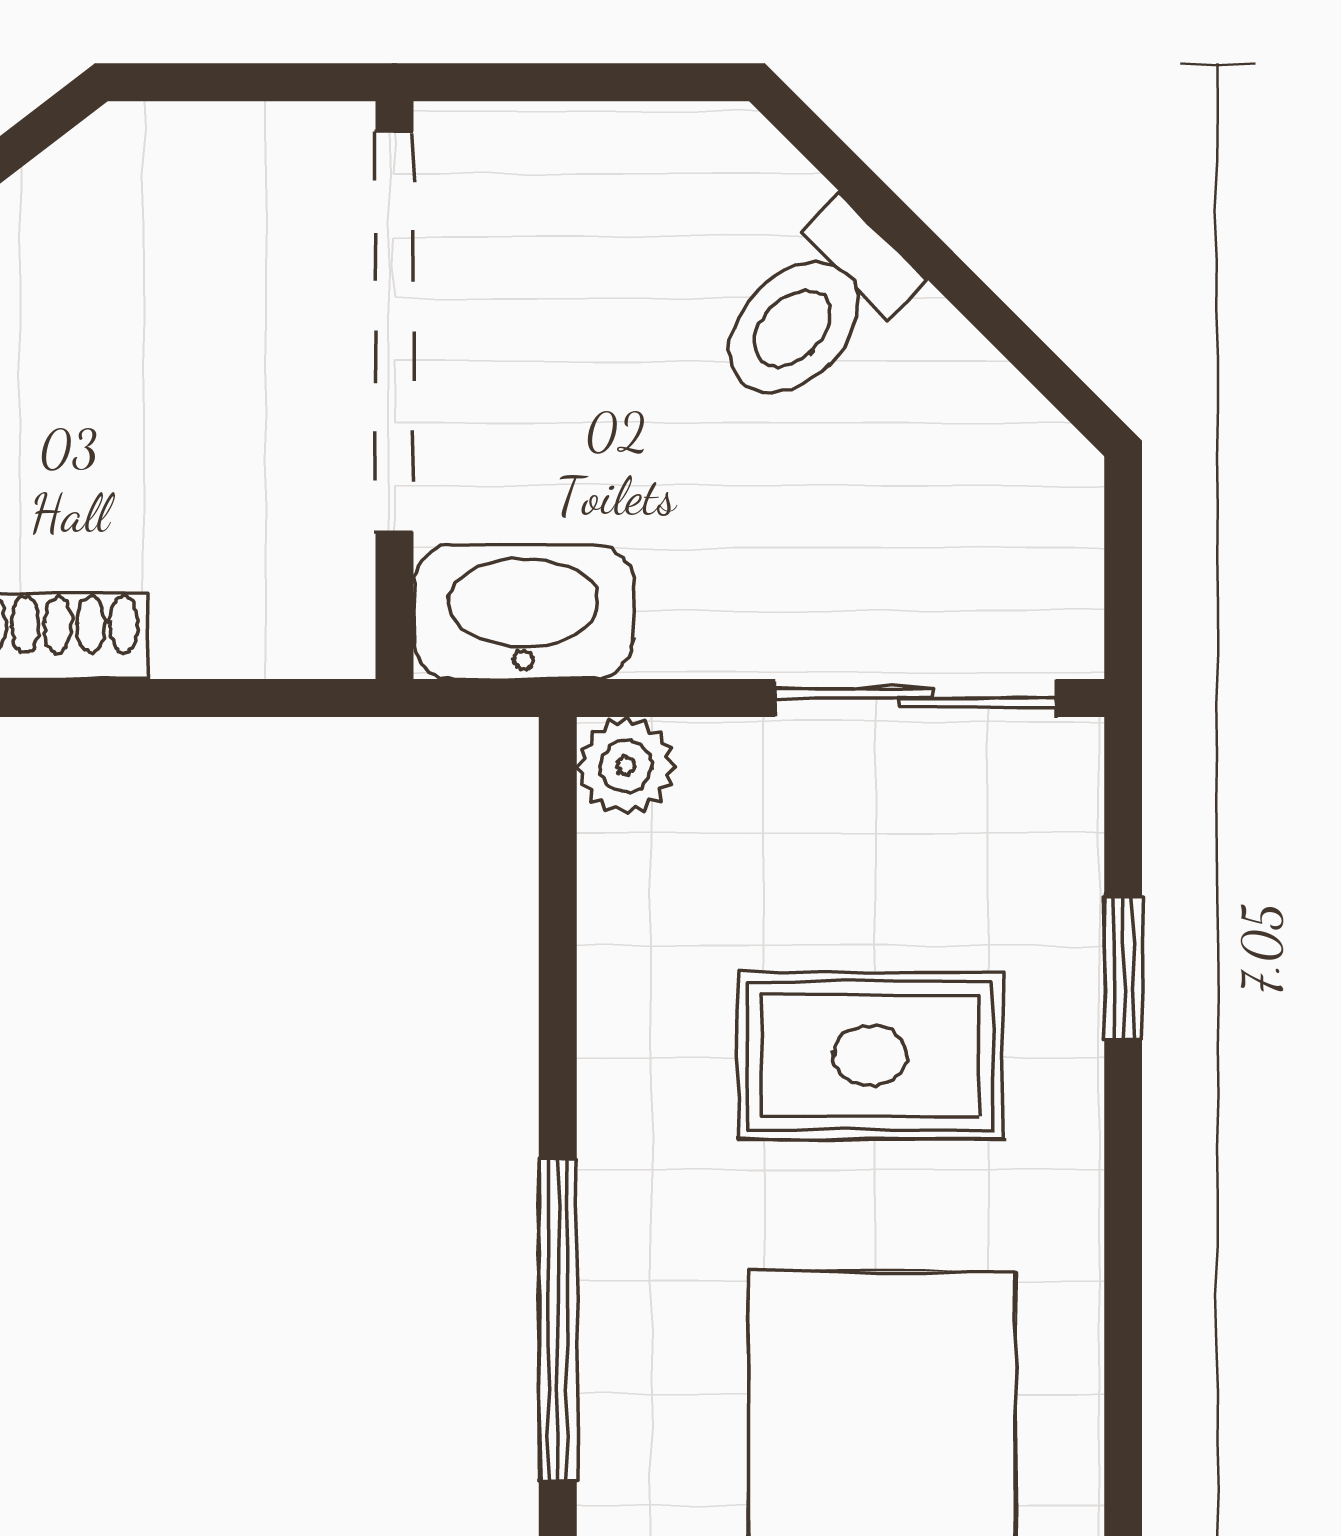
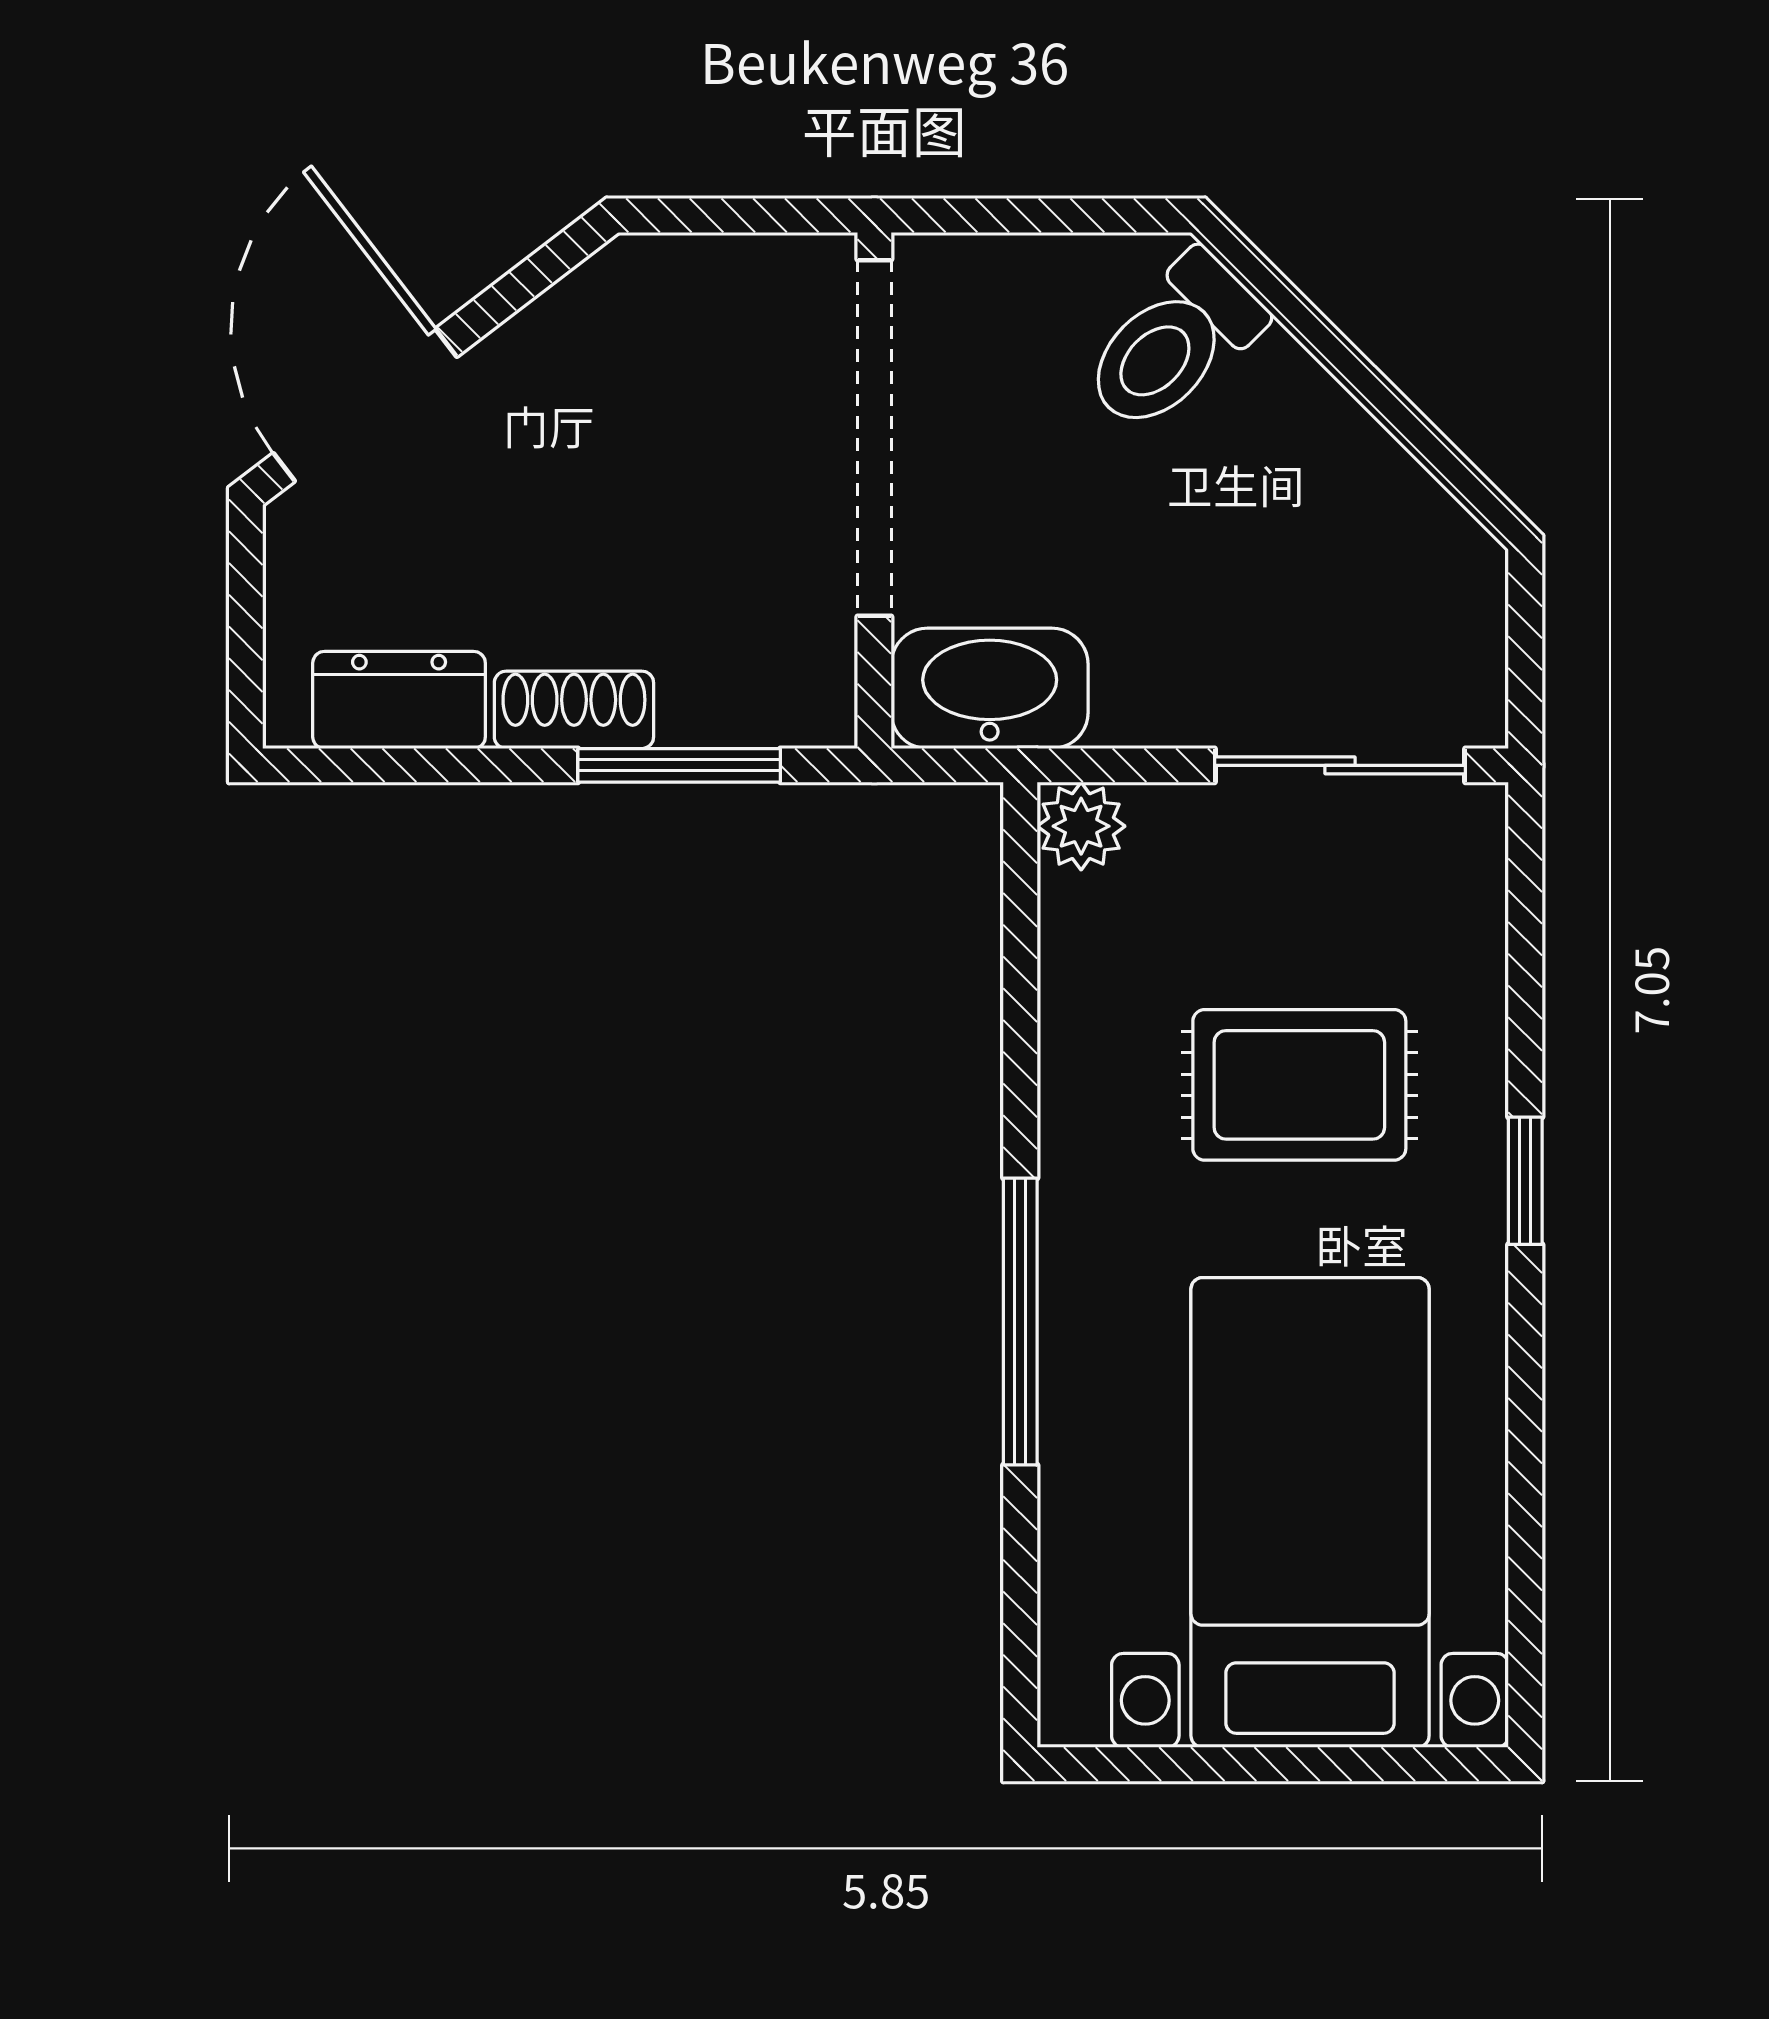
toilet: (812, 308) -> (1173, 343), moved
window: (176, 698) -> (679, 765), added
window: (1123, 967) -> (1525, 1181), moved

